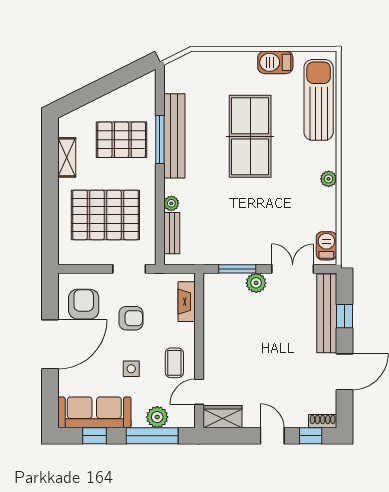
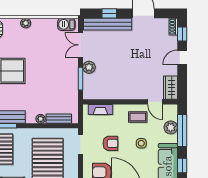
armchair: (131, 318) -> (110, 143), turned 90

